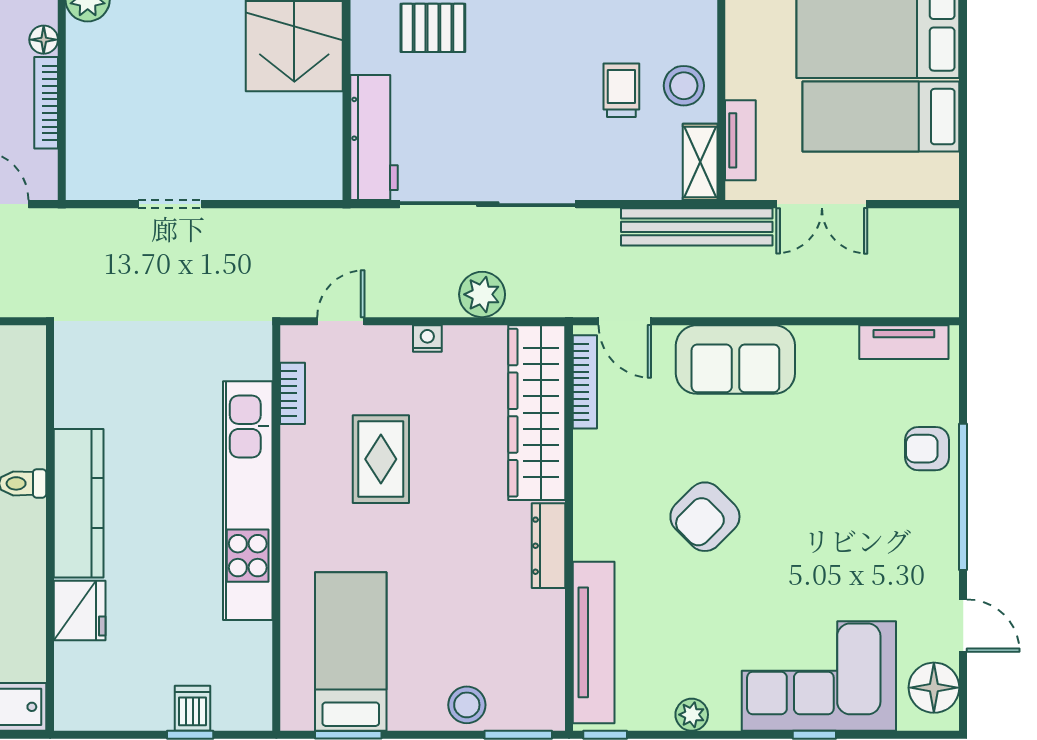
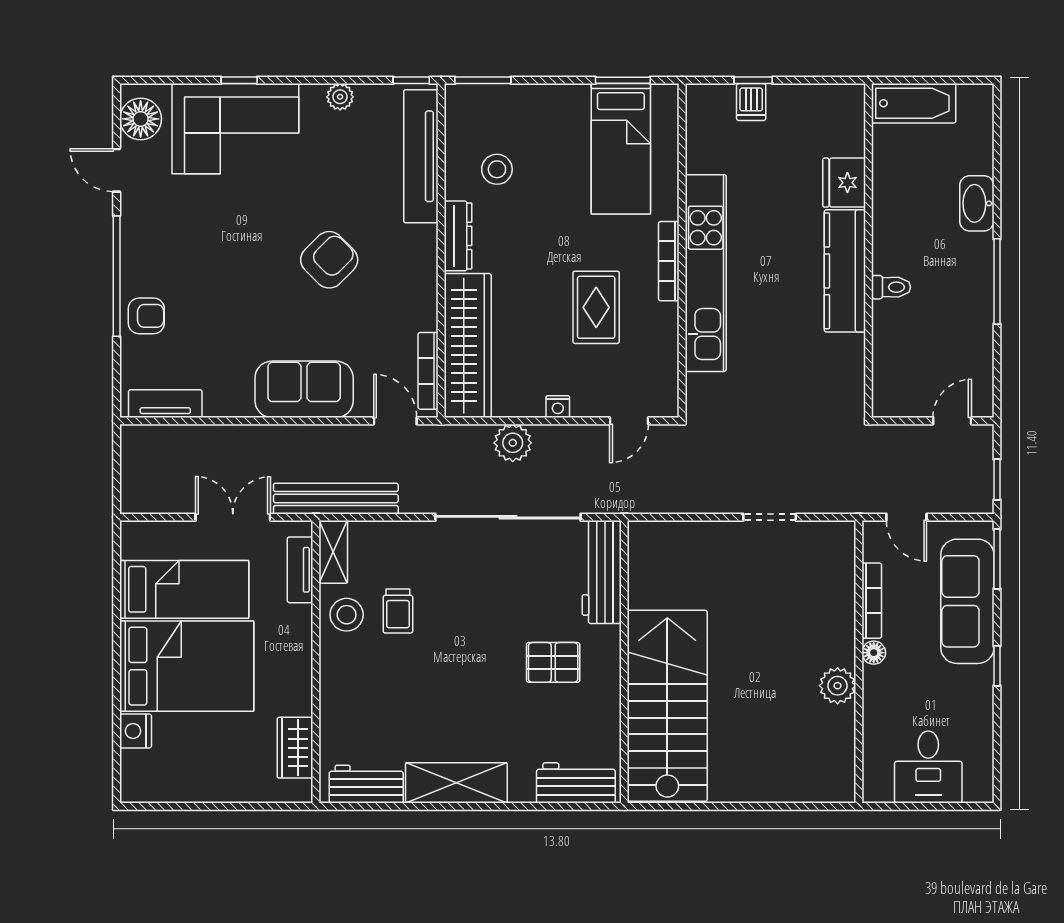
bookcase: (293, 393) -> (669, 261), moved, width x1.56
stool: (467, 705) -> (497, 169), moved

